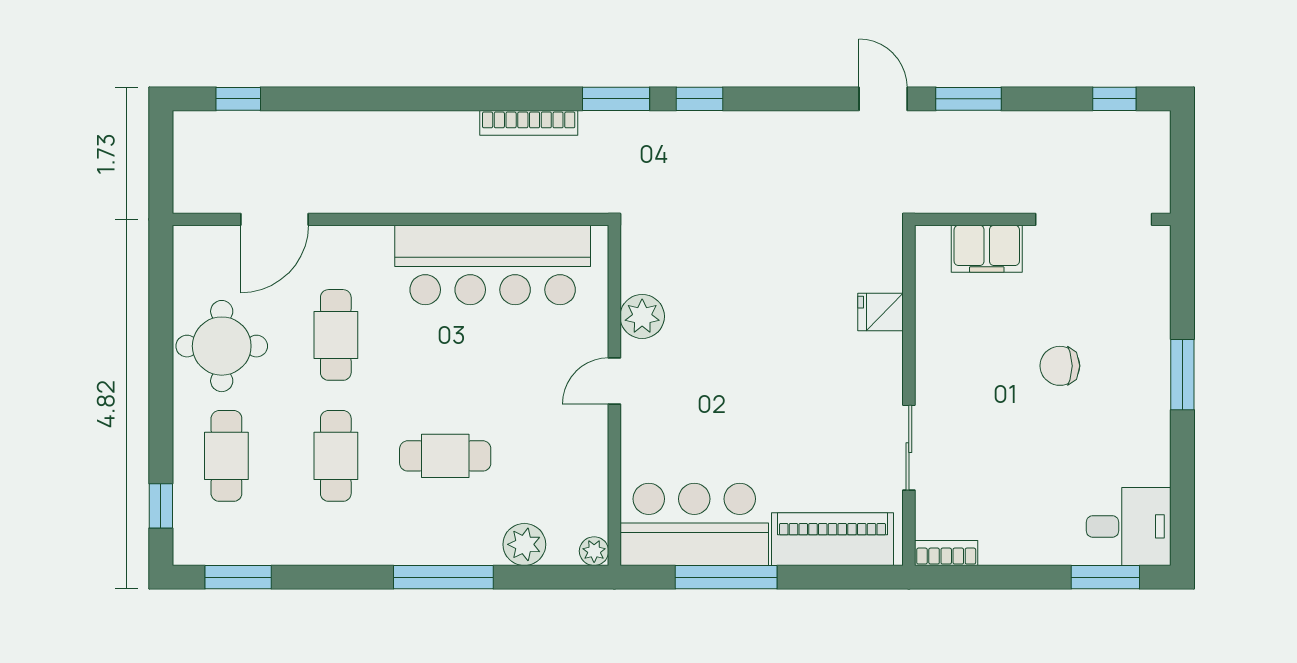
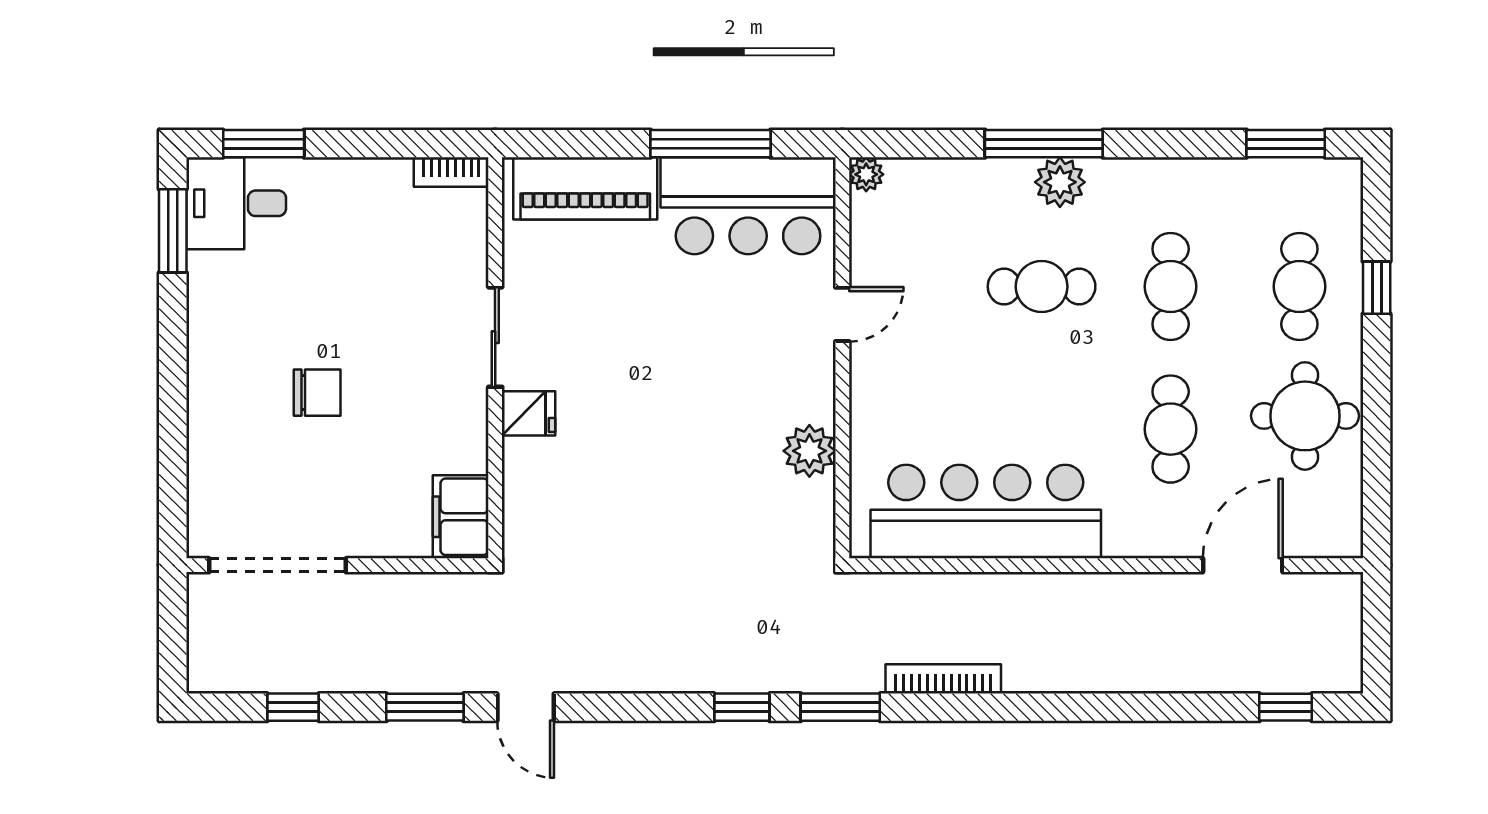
window: (1114, 99) -> (293, 707), moved
filing cabinet: (987, 249) -> (461, 517), moved, turned -90
fridge: (881, 312) -> (529, 413), moved
window: (1182, 375) -> (173, 231), moved
door: (614, 381) -> (842, 314), moved
sliding door: (909, 448) -> (495, 337), moved
window: (161, 506) -> (1377, 288), moved
plant: (524, 544) -> (1060, 182), moved

